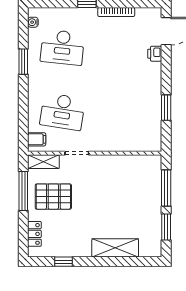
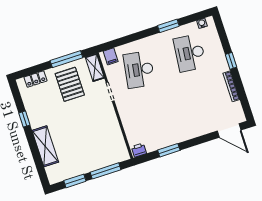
printer: (155, 54) -> (139, 150), moved
window: (64, 262) -> (24, 119), moved

